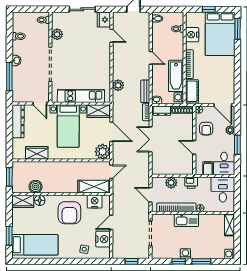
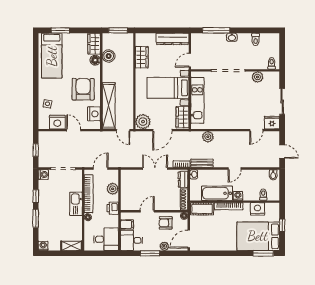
washing machine: (179, 97) -> (238, 196), moved
shelving: (94, 187) -> (109, 106), width x1.47
armchair: (69, 213) -> (83, 89), turned 90
washing machine: (185, 254) -> (43, 175), moved

